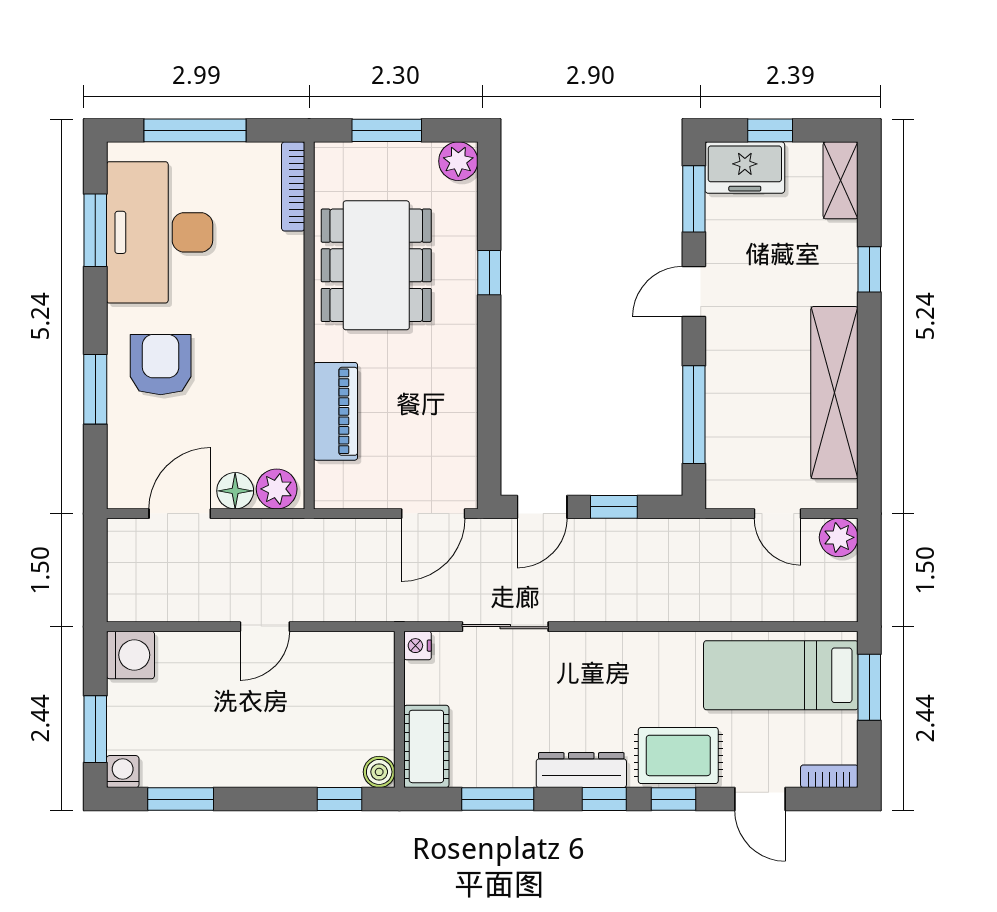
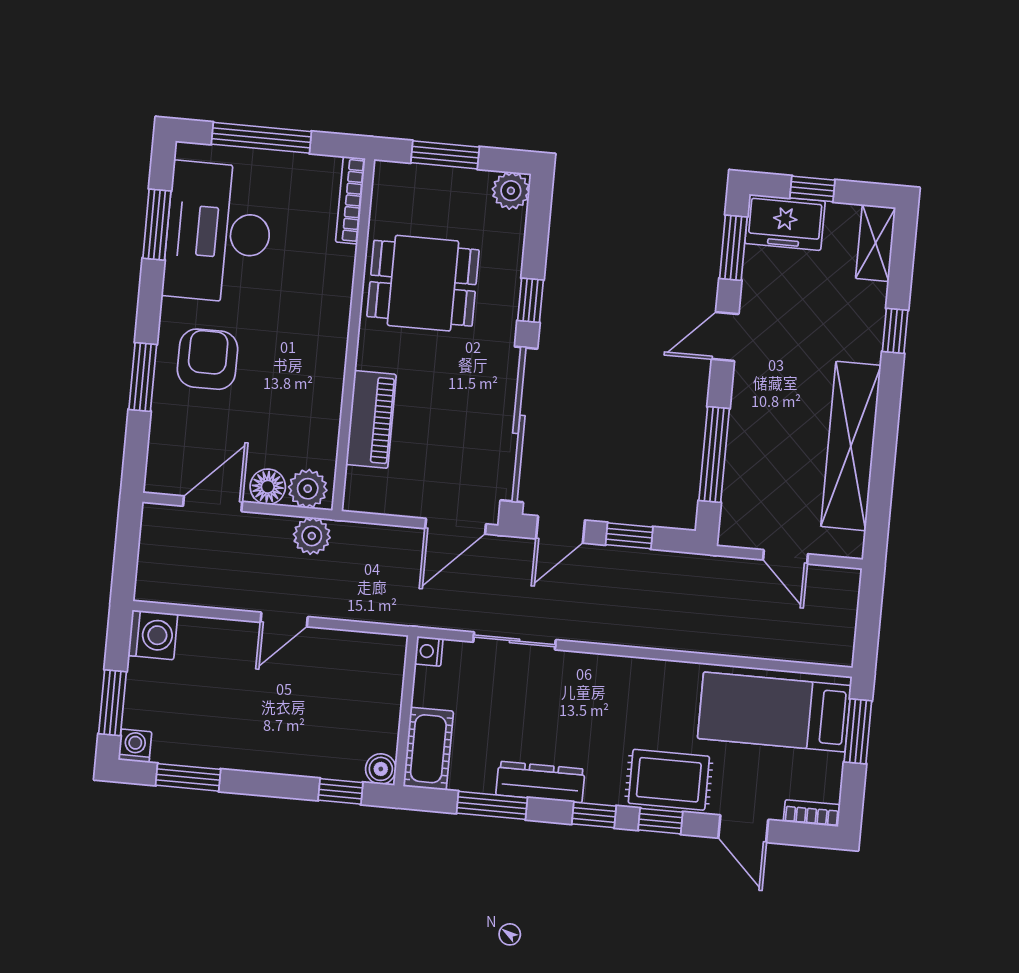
dining table: (376, 265) -> (423, 283), width x0.73
sliding door: (489, 402) -> (519, 424), added
plant: (839, 537) -> (312, 536), moved
dresser: (581, 770) -> (540, 782), moved

